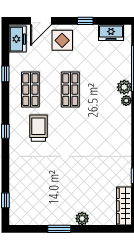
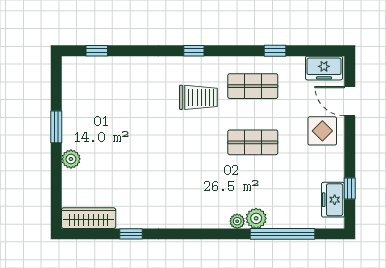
window: (85, 21) -> (350, 188), moved

